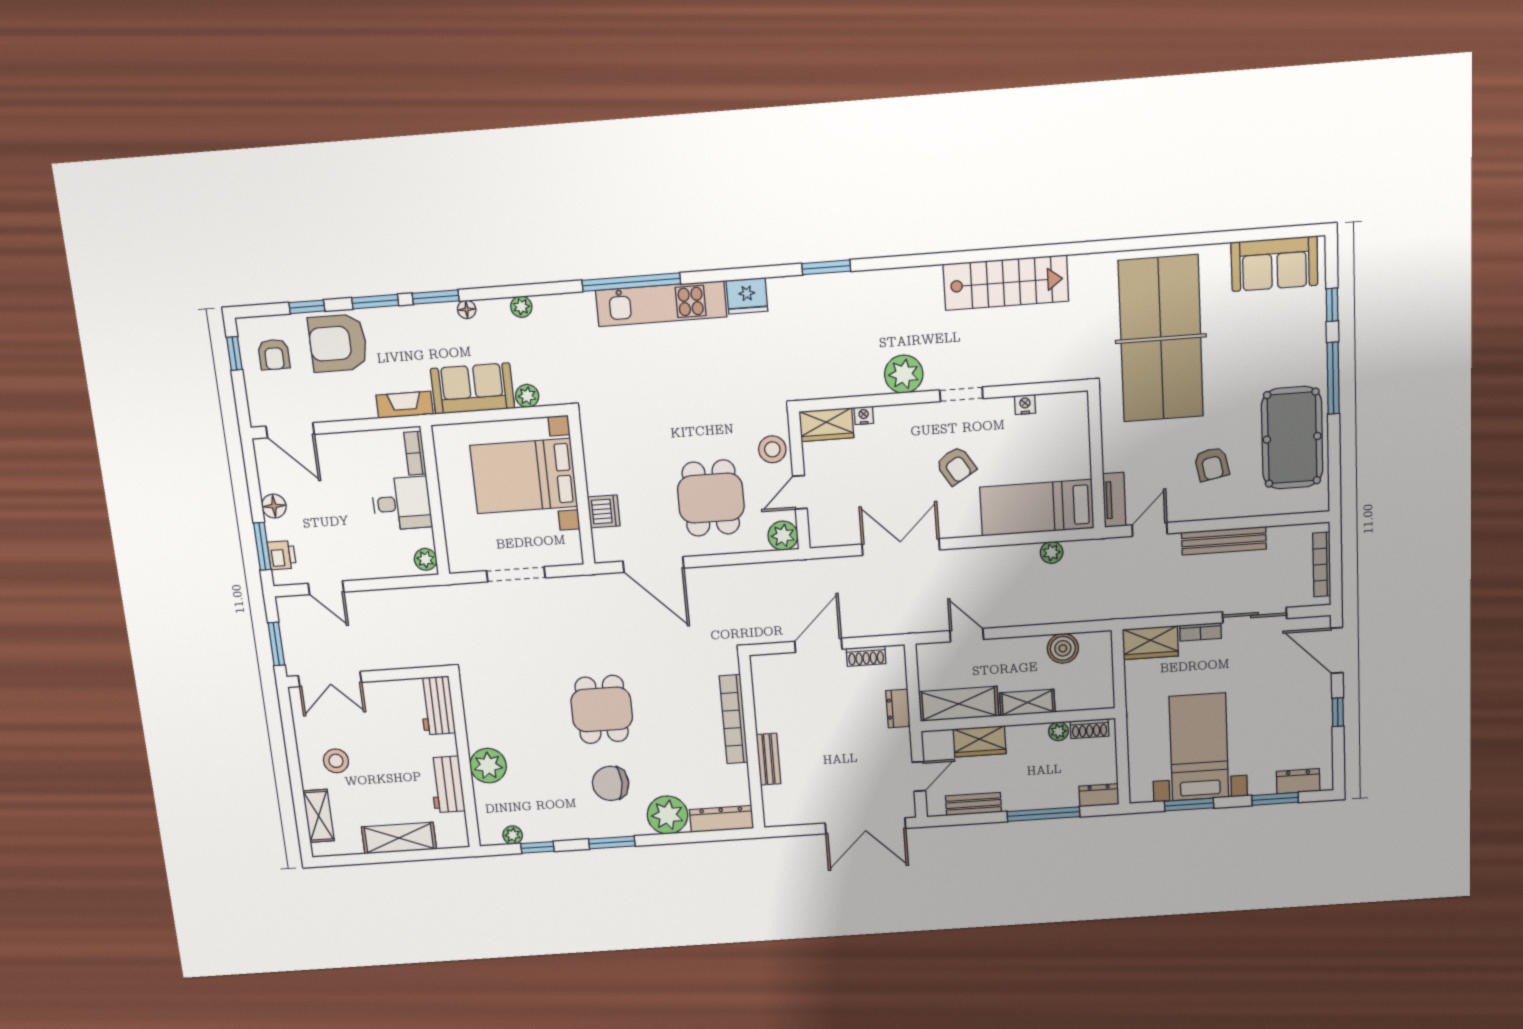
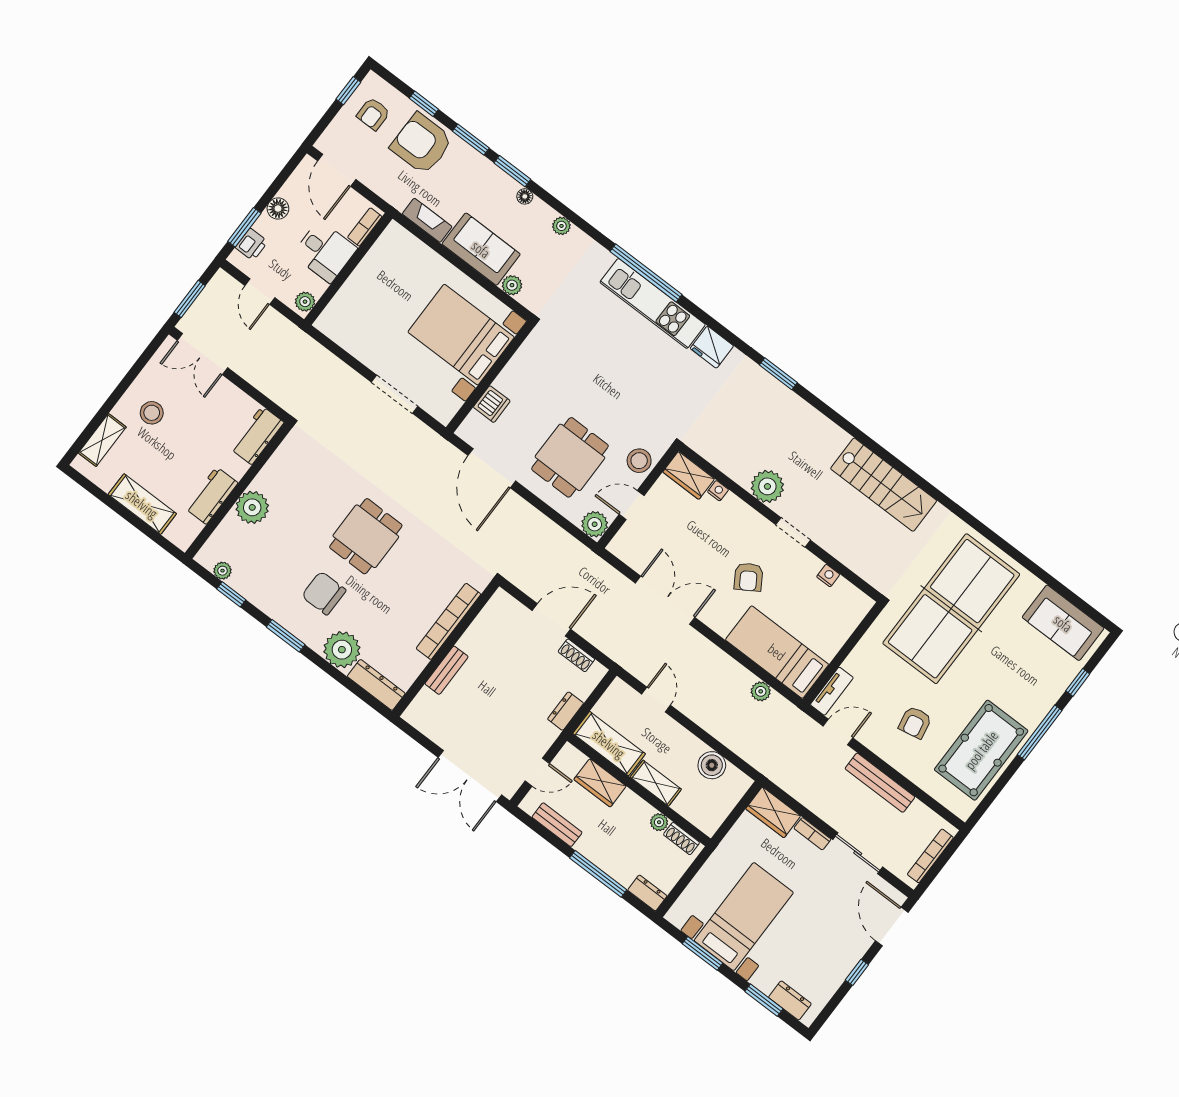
bookcase: (415, 453) -> (365, 227), moved
wall: (435, 501) -> (348, 269), moved
desk: (402, 503) -> (325, 251), moved
plant: (426, 559) -> (305, 302), moved

